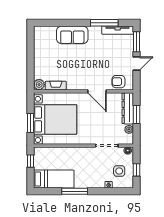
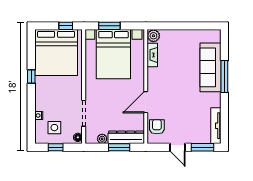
window: (104, 23) -> (224, 76), moved
sofa: (72, 35) -> (210, 67), width x1.36
bed: (54, 179) -> (56, 53), width x2.04
window: (75, 191) -> (31, 77), width x0.46

